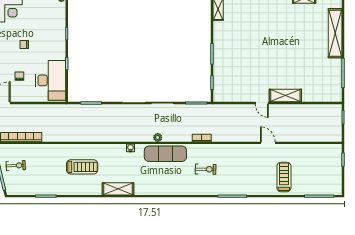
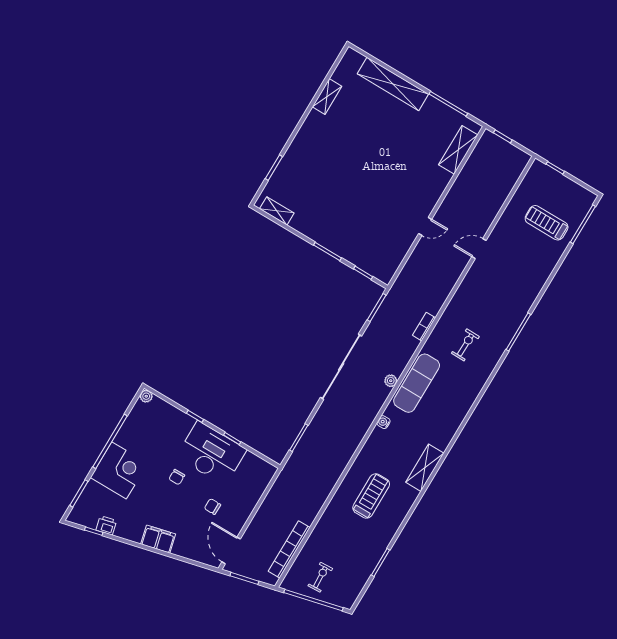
desk: (51, 80) -> (211, 453), moved
shelving: (285, 95) -> (458, 150), moved
treadmill: (284, 177) -> (547, 223), moved

